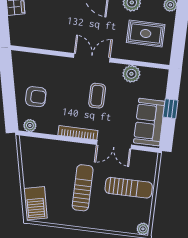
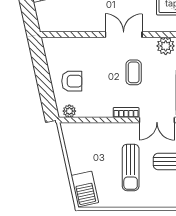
bookcase: (78, 133) -> (126, 112), width x0.64
sun lounger: (83, 188) -> (131, 167), turned 180

